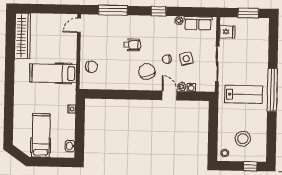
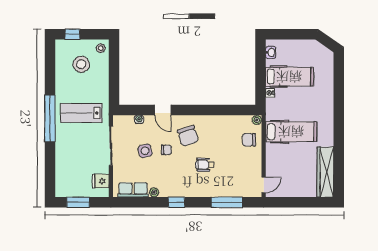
plant: (182, 87) -> (257, 120), moved
hospital bed: (41, 135) -> (289, 77), moved, turned -90

